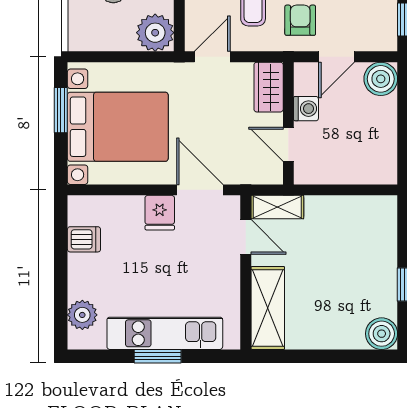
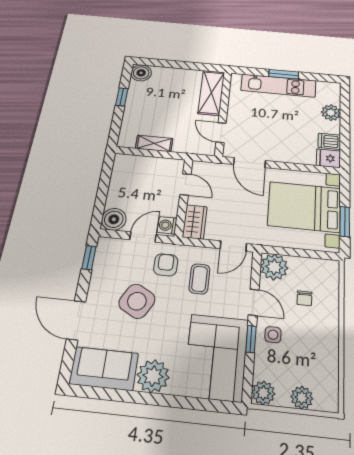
armchair: (300, 20) -> (166, 265), turned 180
washing machine: (306, 109) -> (167, 225), moved
shelving: (277, 207) -> (154, 143), moved
fridge: (160, 213) -> (328, 158), moved, turned -90
plant: (82, 315) -> (331, 113), moved

